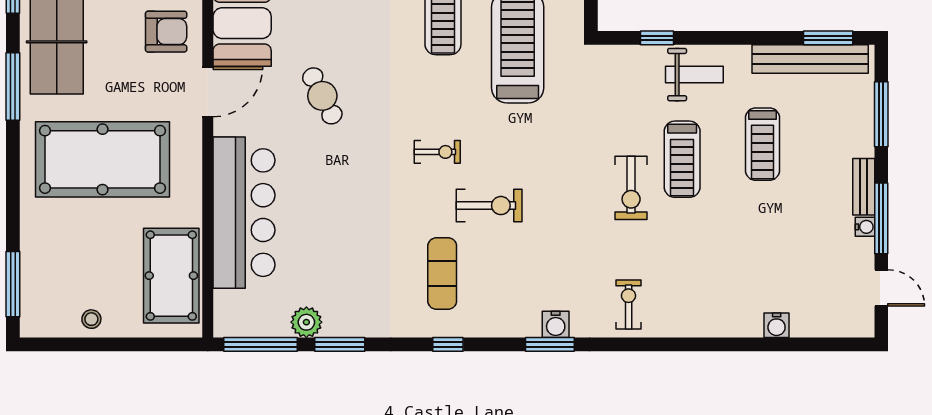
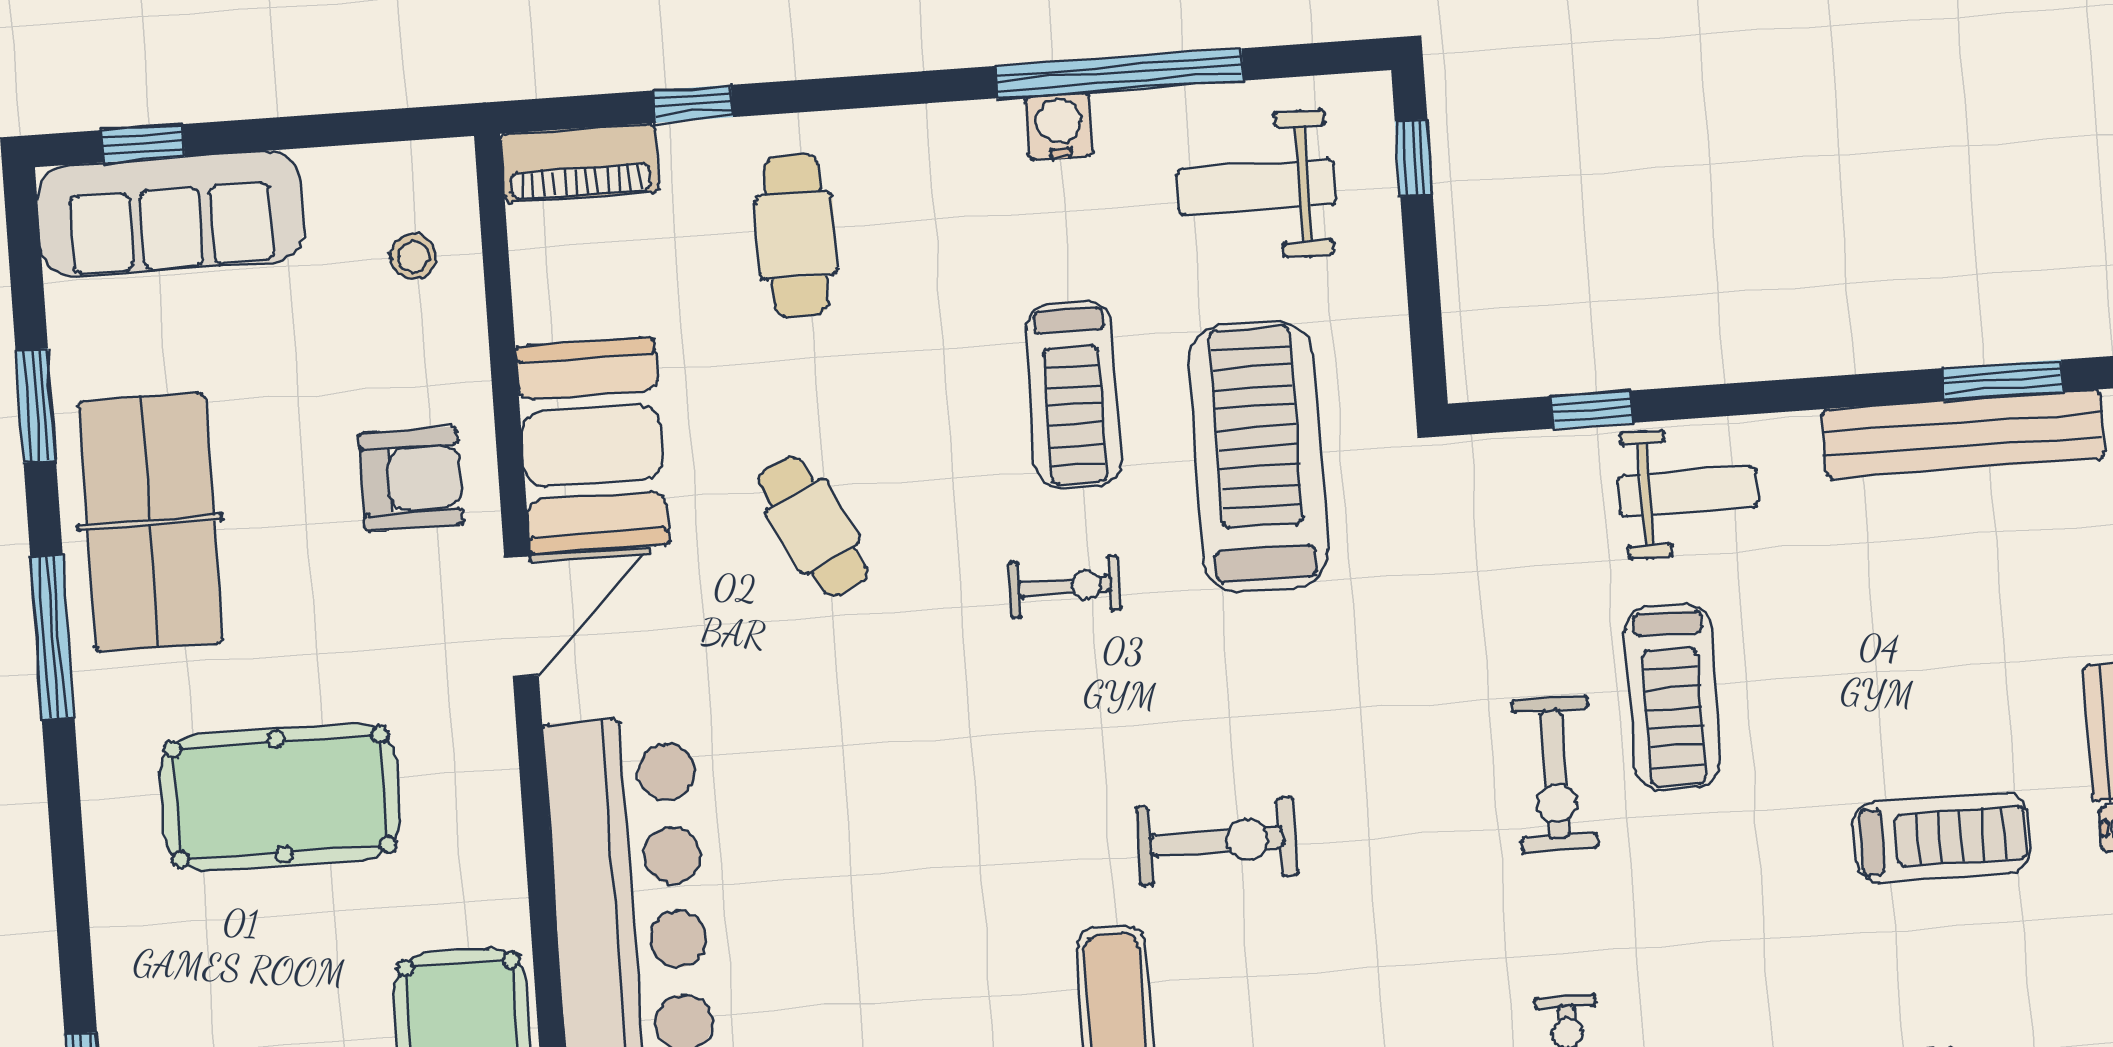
cafe table: (322, 96) -> (813, 526), moved
treadmill: (762, 144) -> (1942, 838), moved, turned -90
exercise bike: (437, 152) -> (1065, 586), moved
pool table: (103, 159) -> (280, 797), width x0.73, depth x0.76

